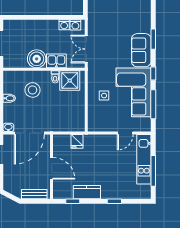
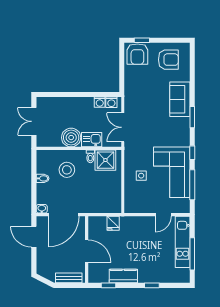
sofa: (141, 50) -> (180, 99), moved

